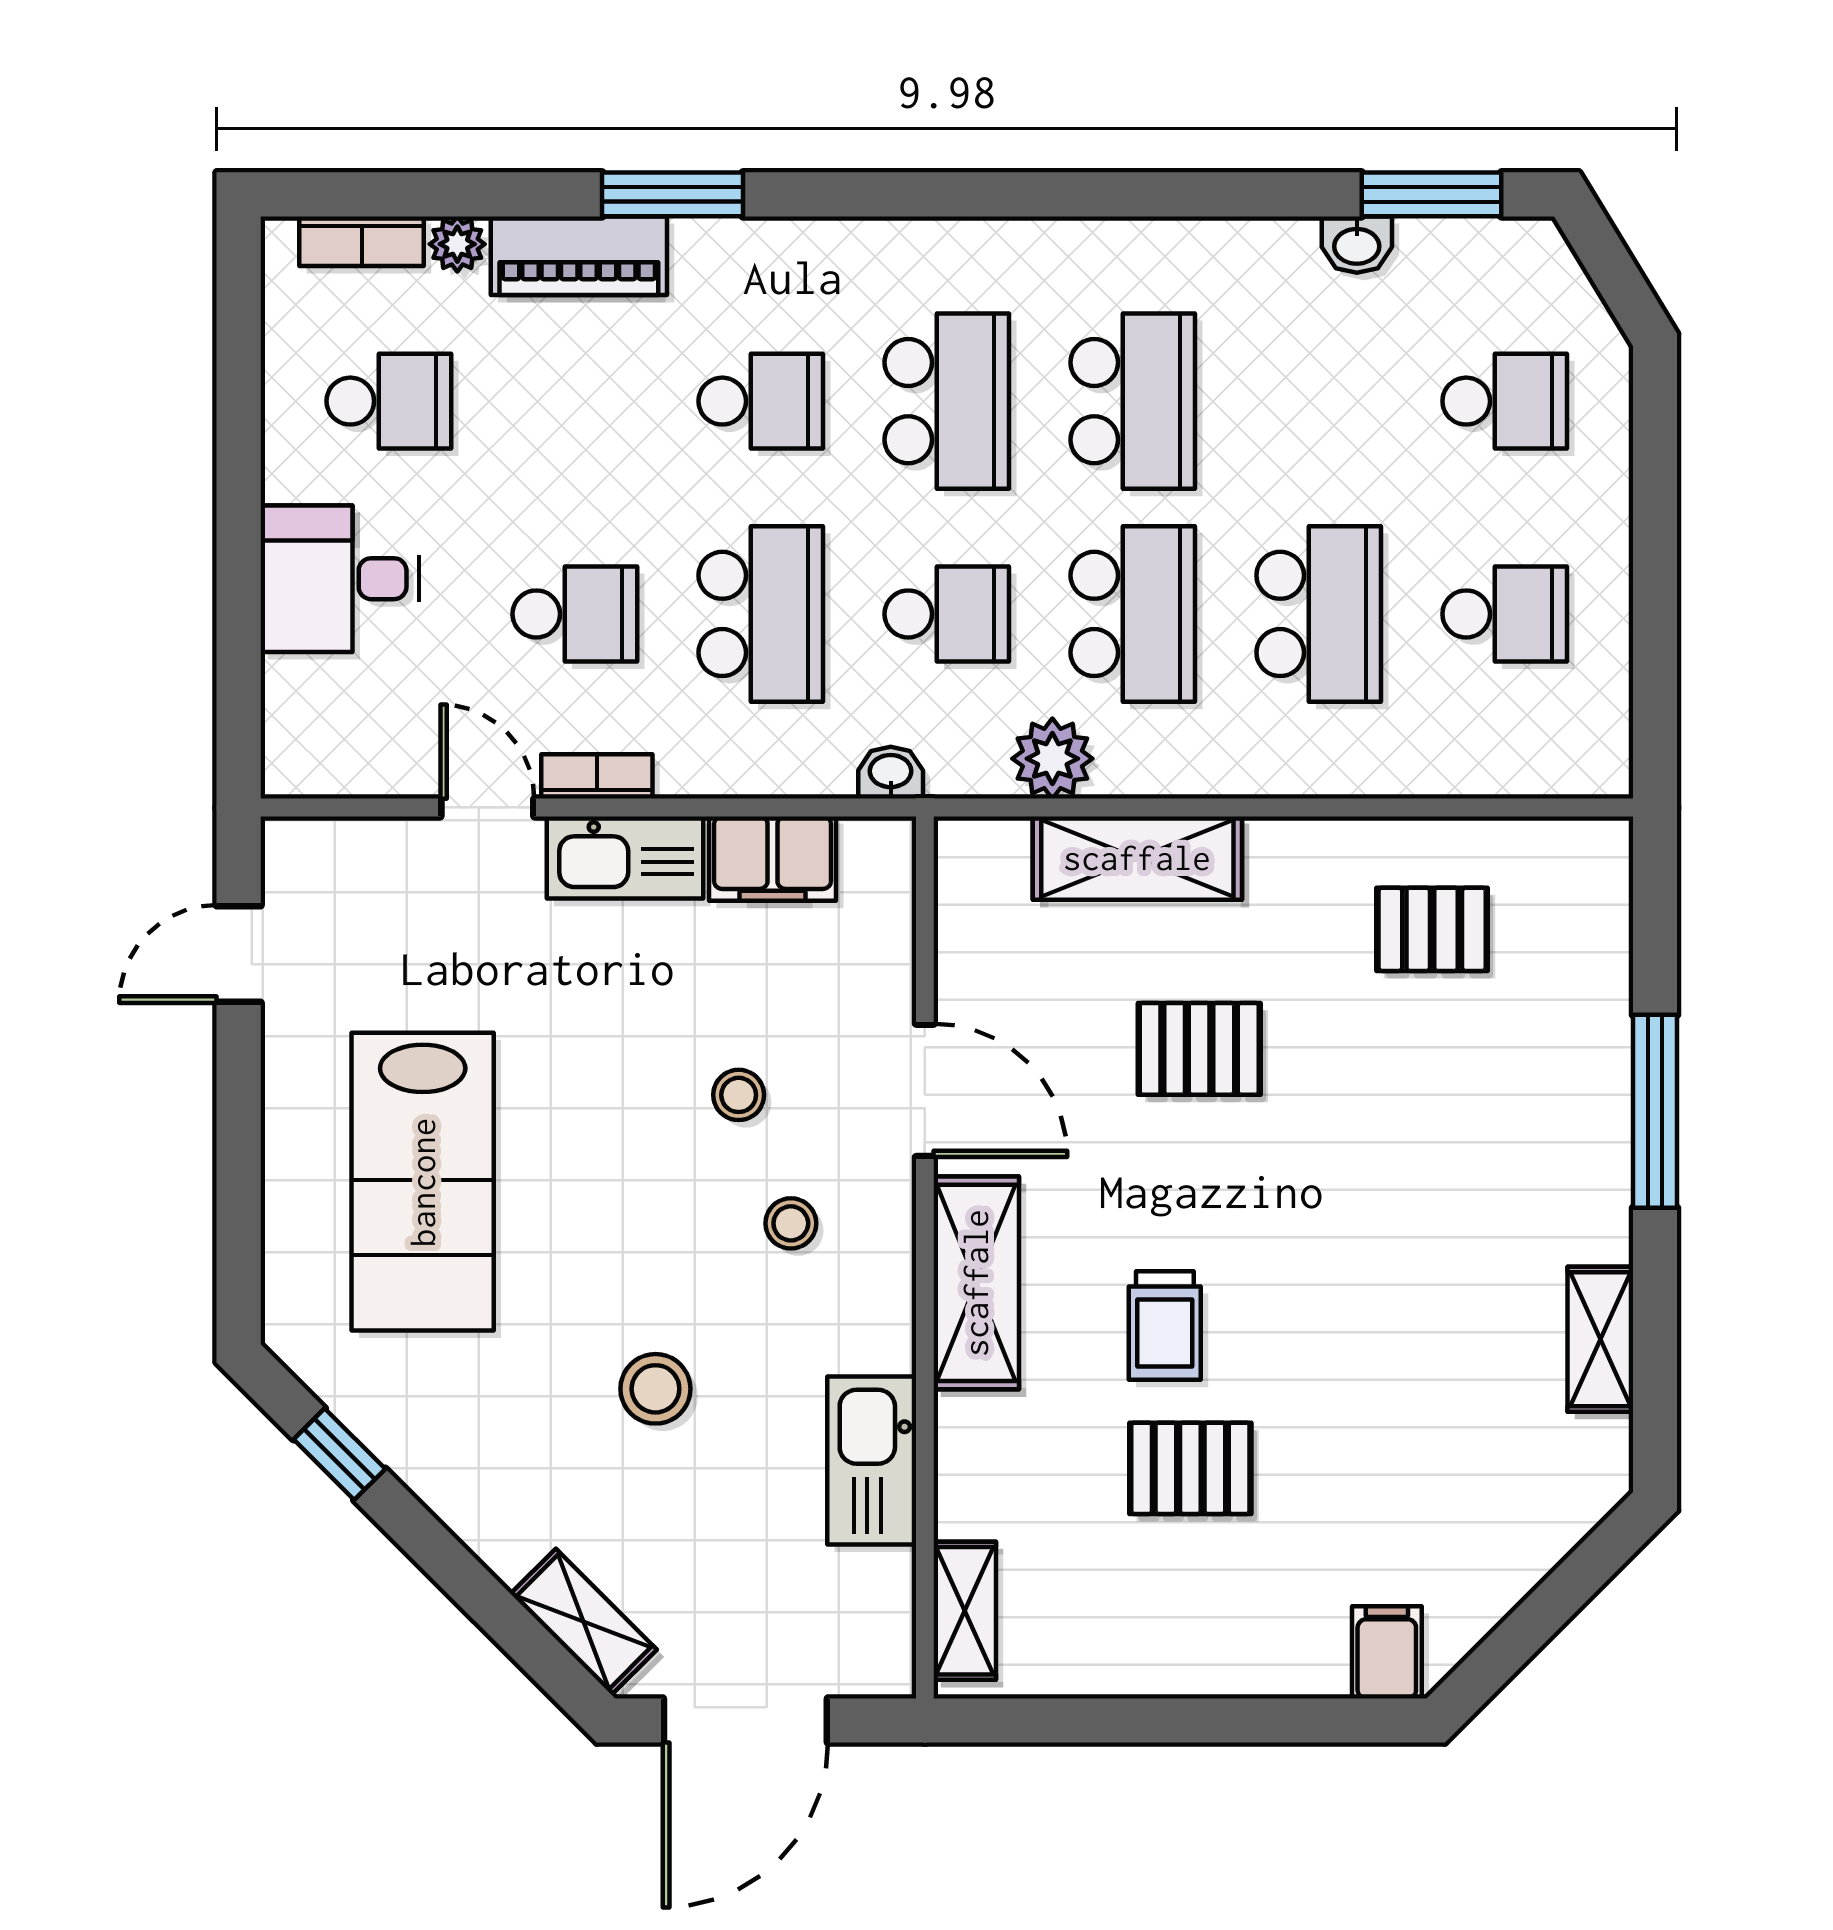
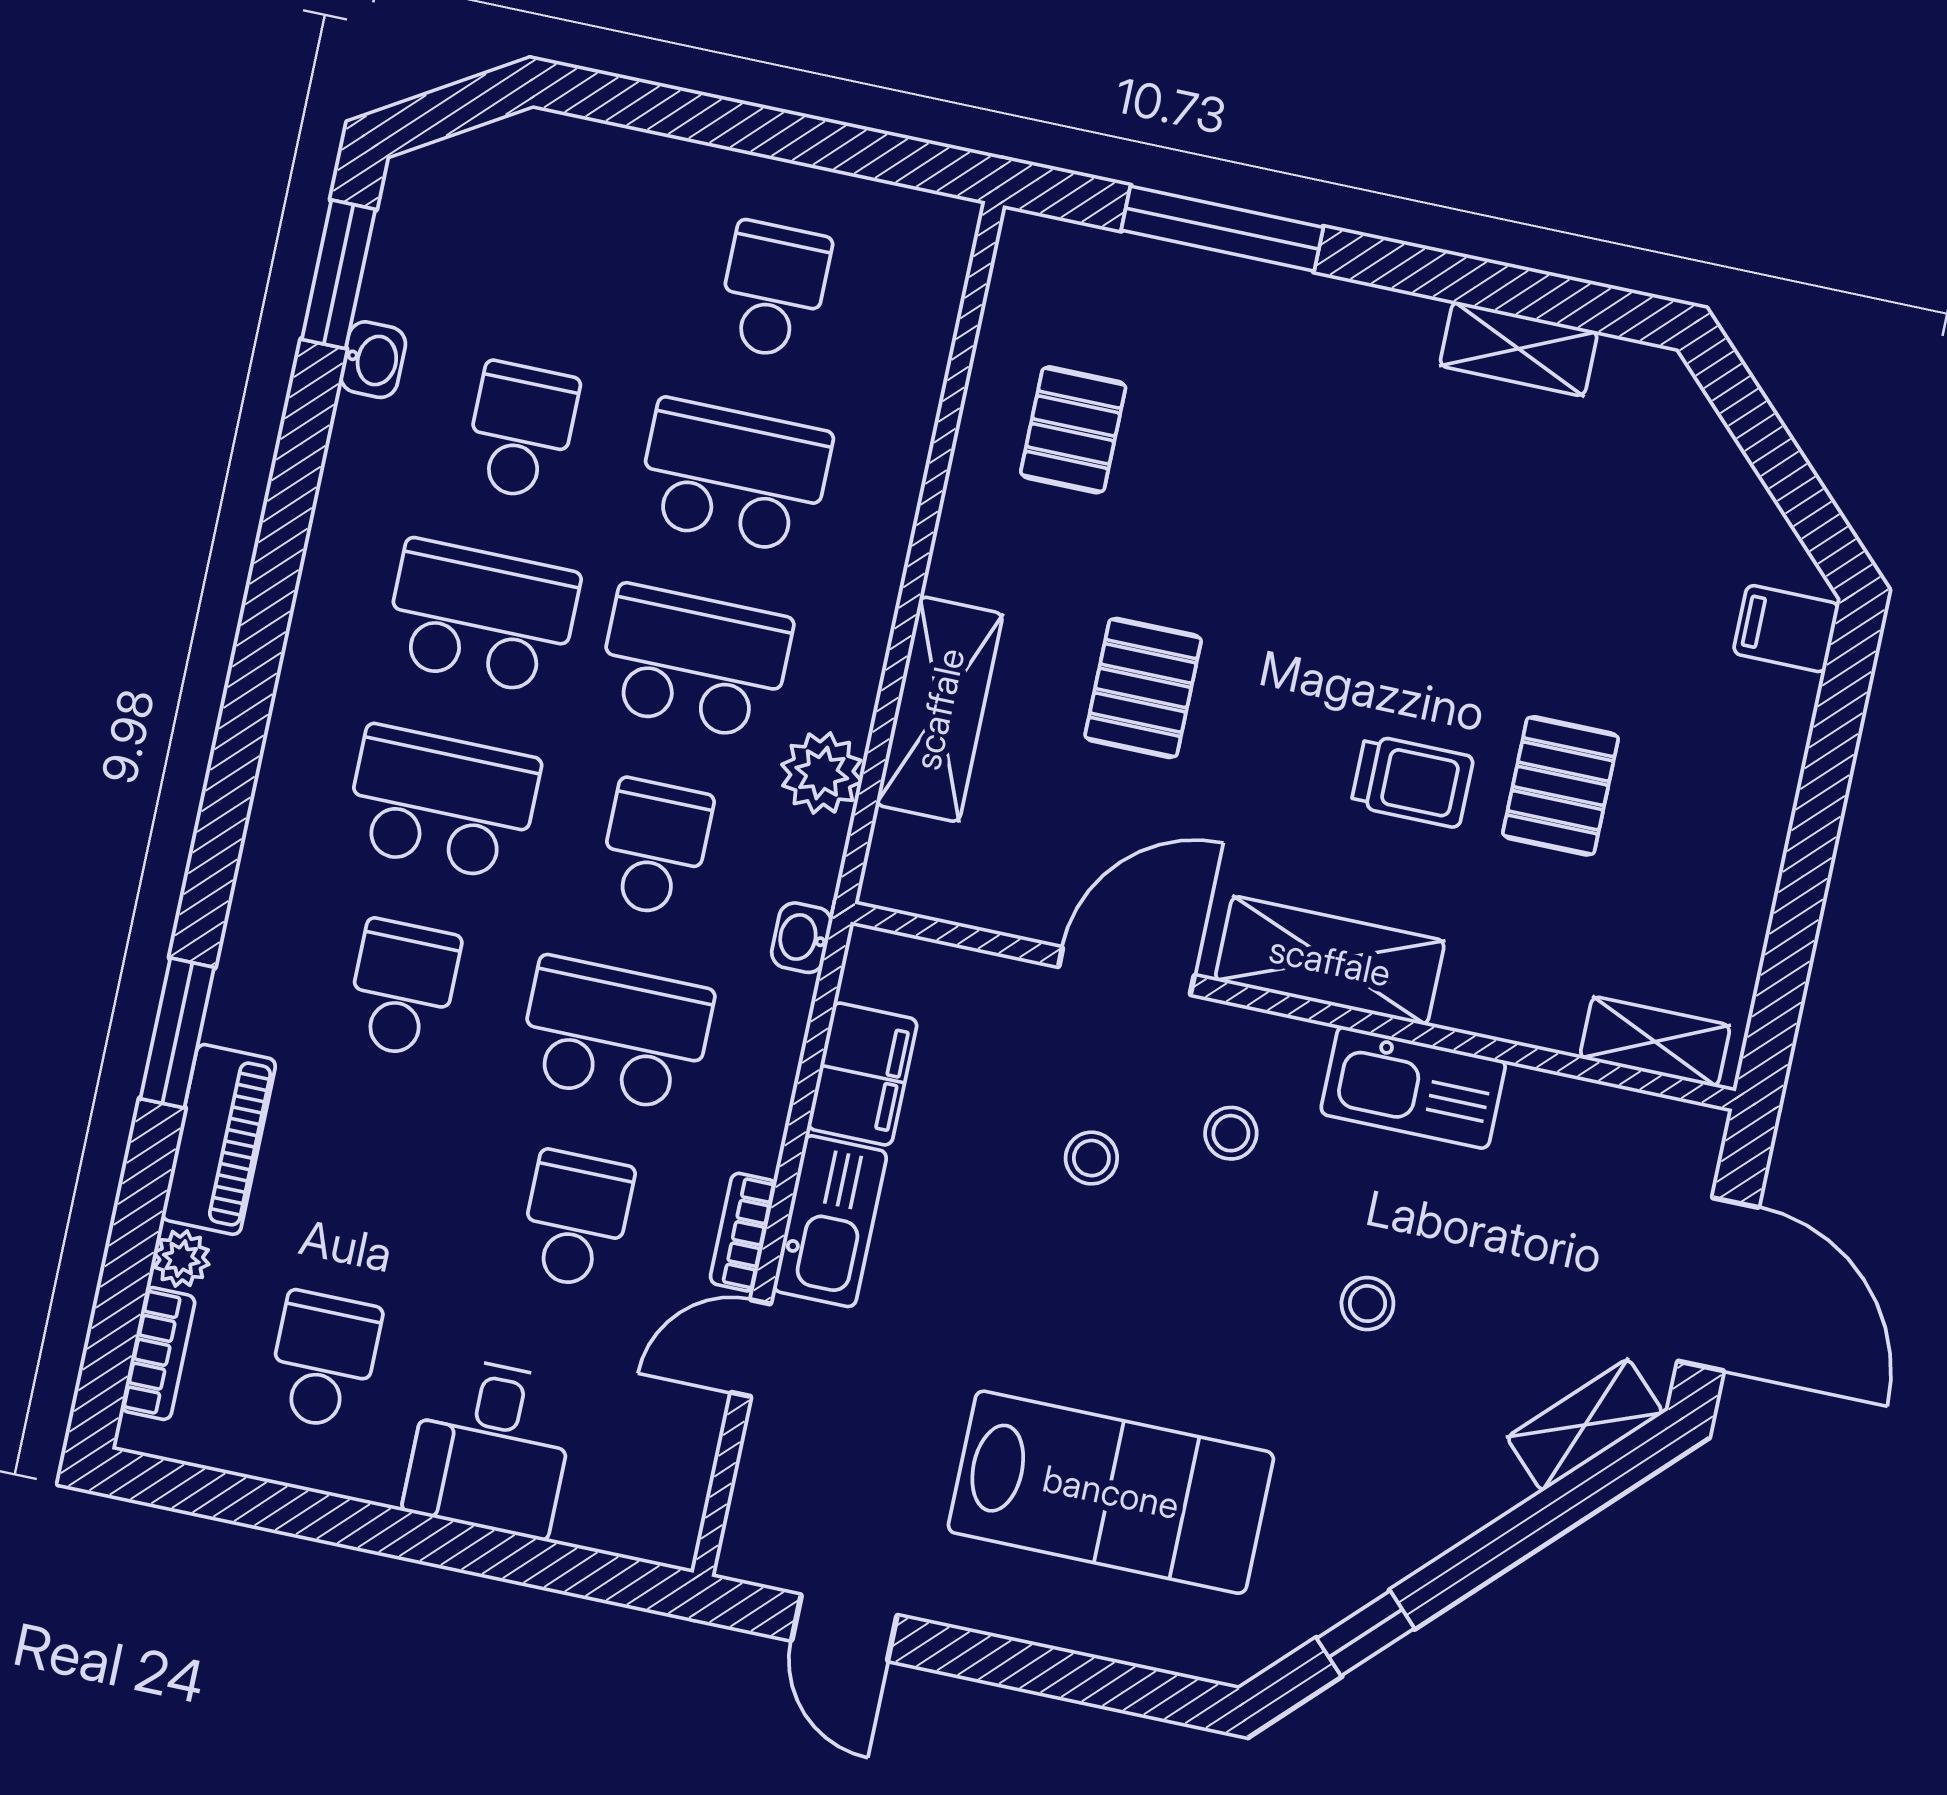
school desk: (1505, 401) -> (521, 431), moved
window: (1655, 1111) -> (1222, 229), moved
stool: (655, 1389) -> (1367, 1304), width x0.73, depth x0.73
kitchen sink: (872, 1460) -> (1413, 1087), moved

